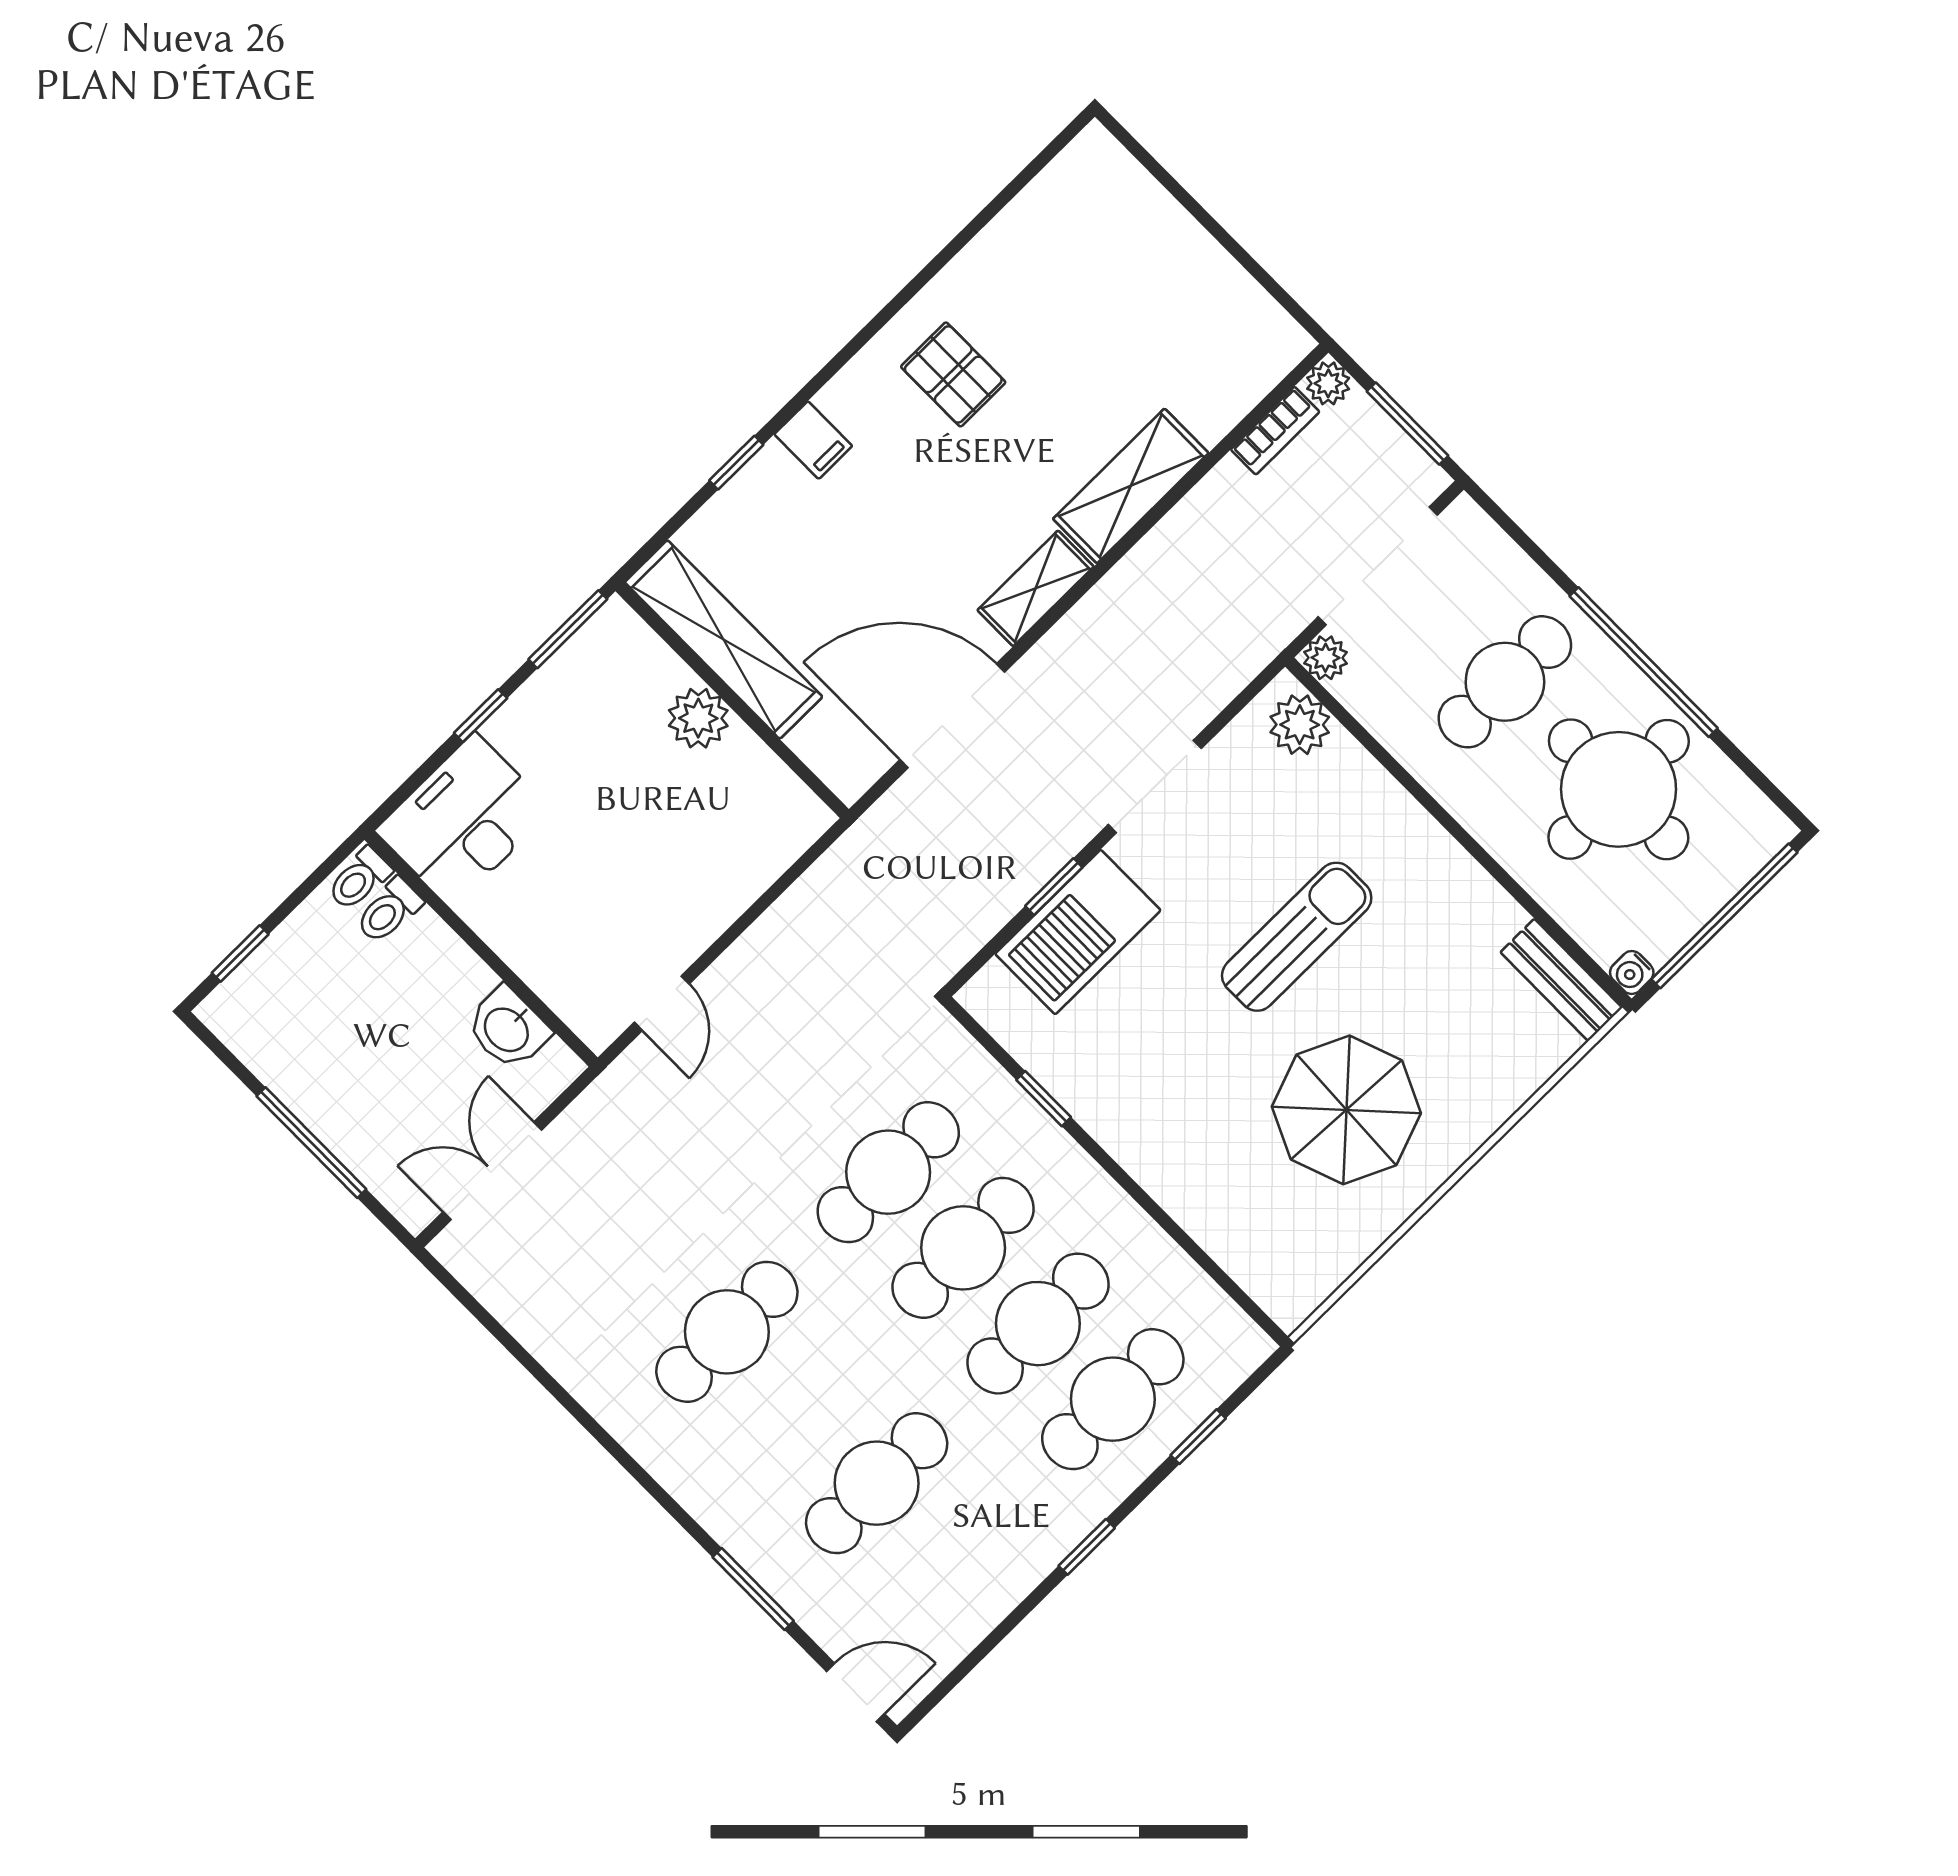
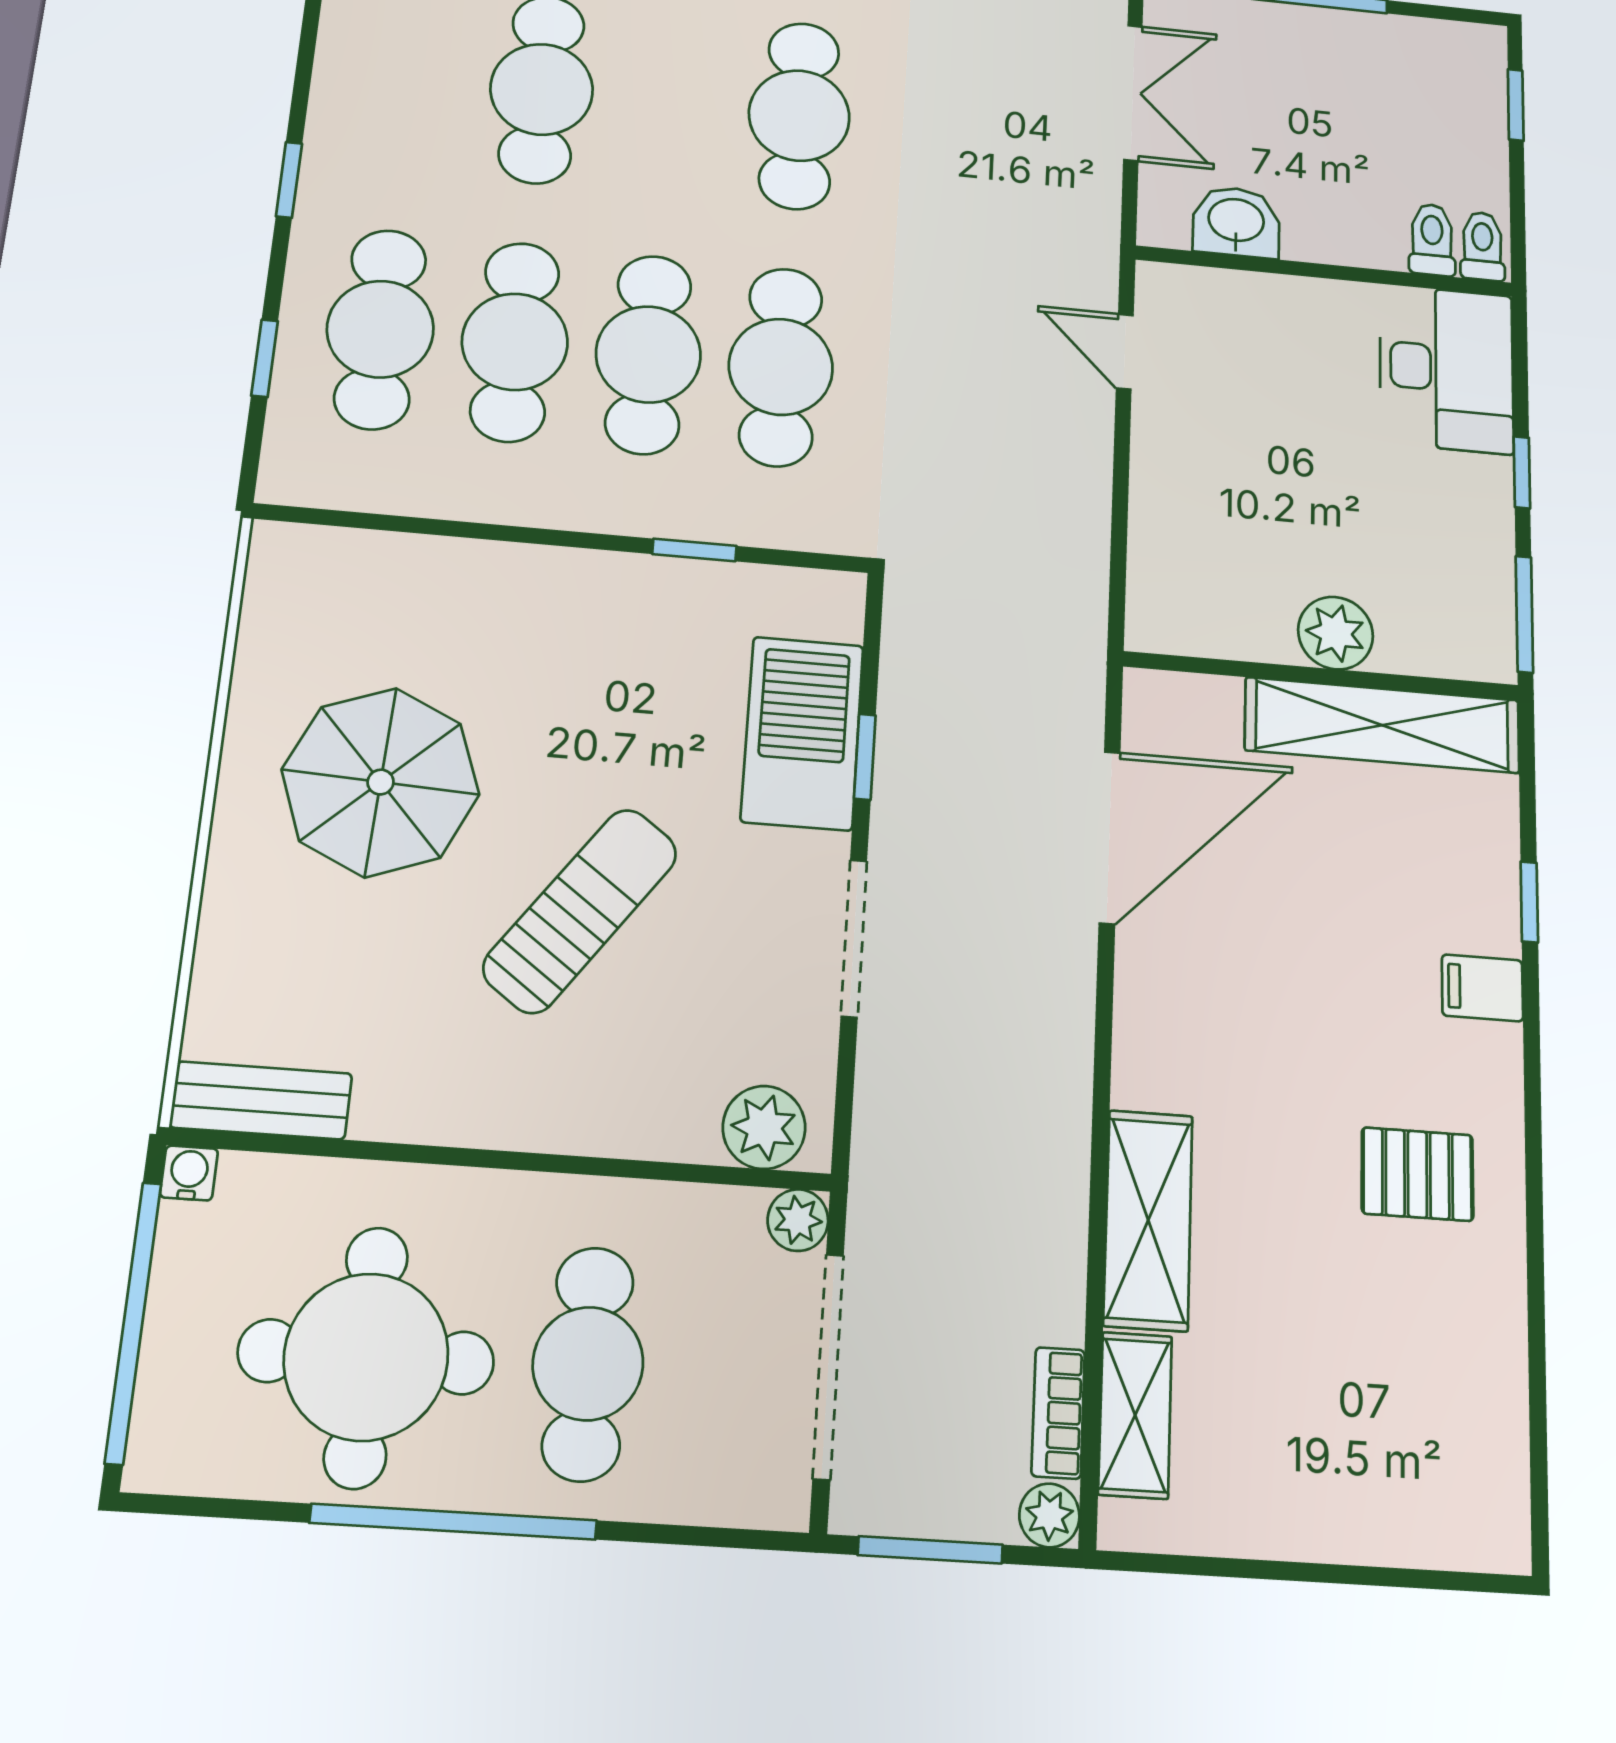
shelving: (1036, 588) -> (1135, 1415), moved
sun lounger: (1297, 937) -> (580, 911), turned -144

